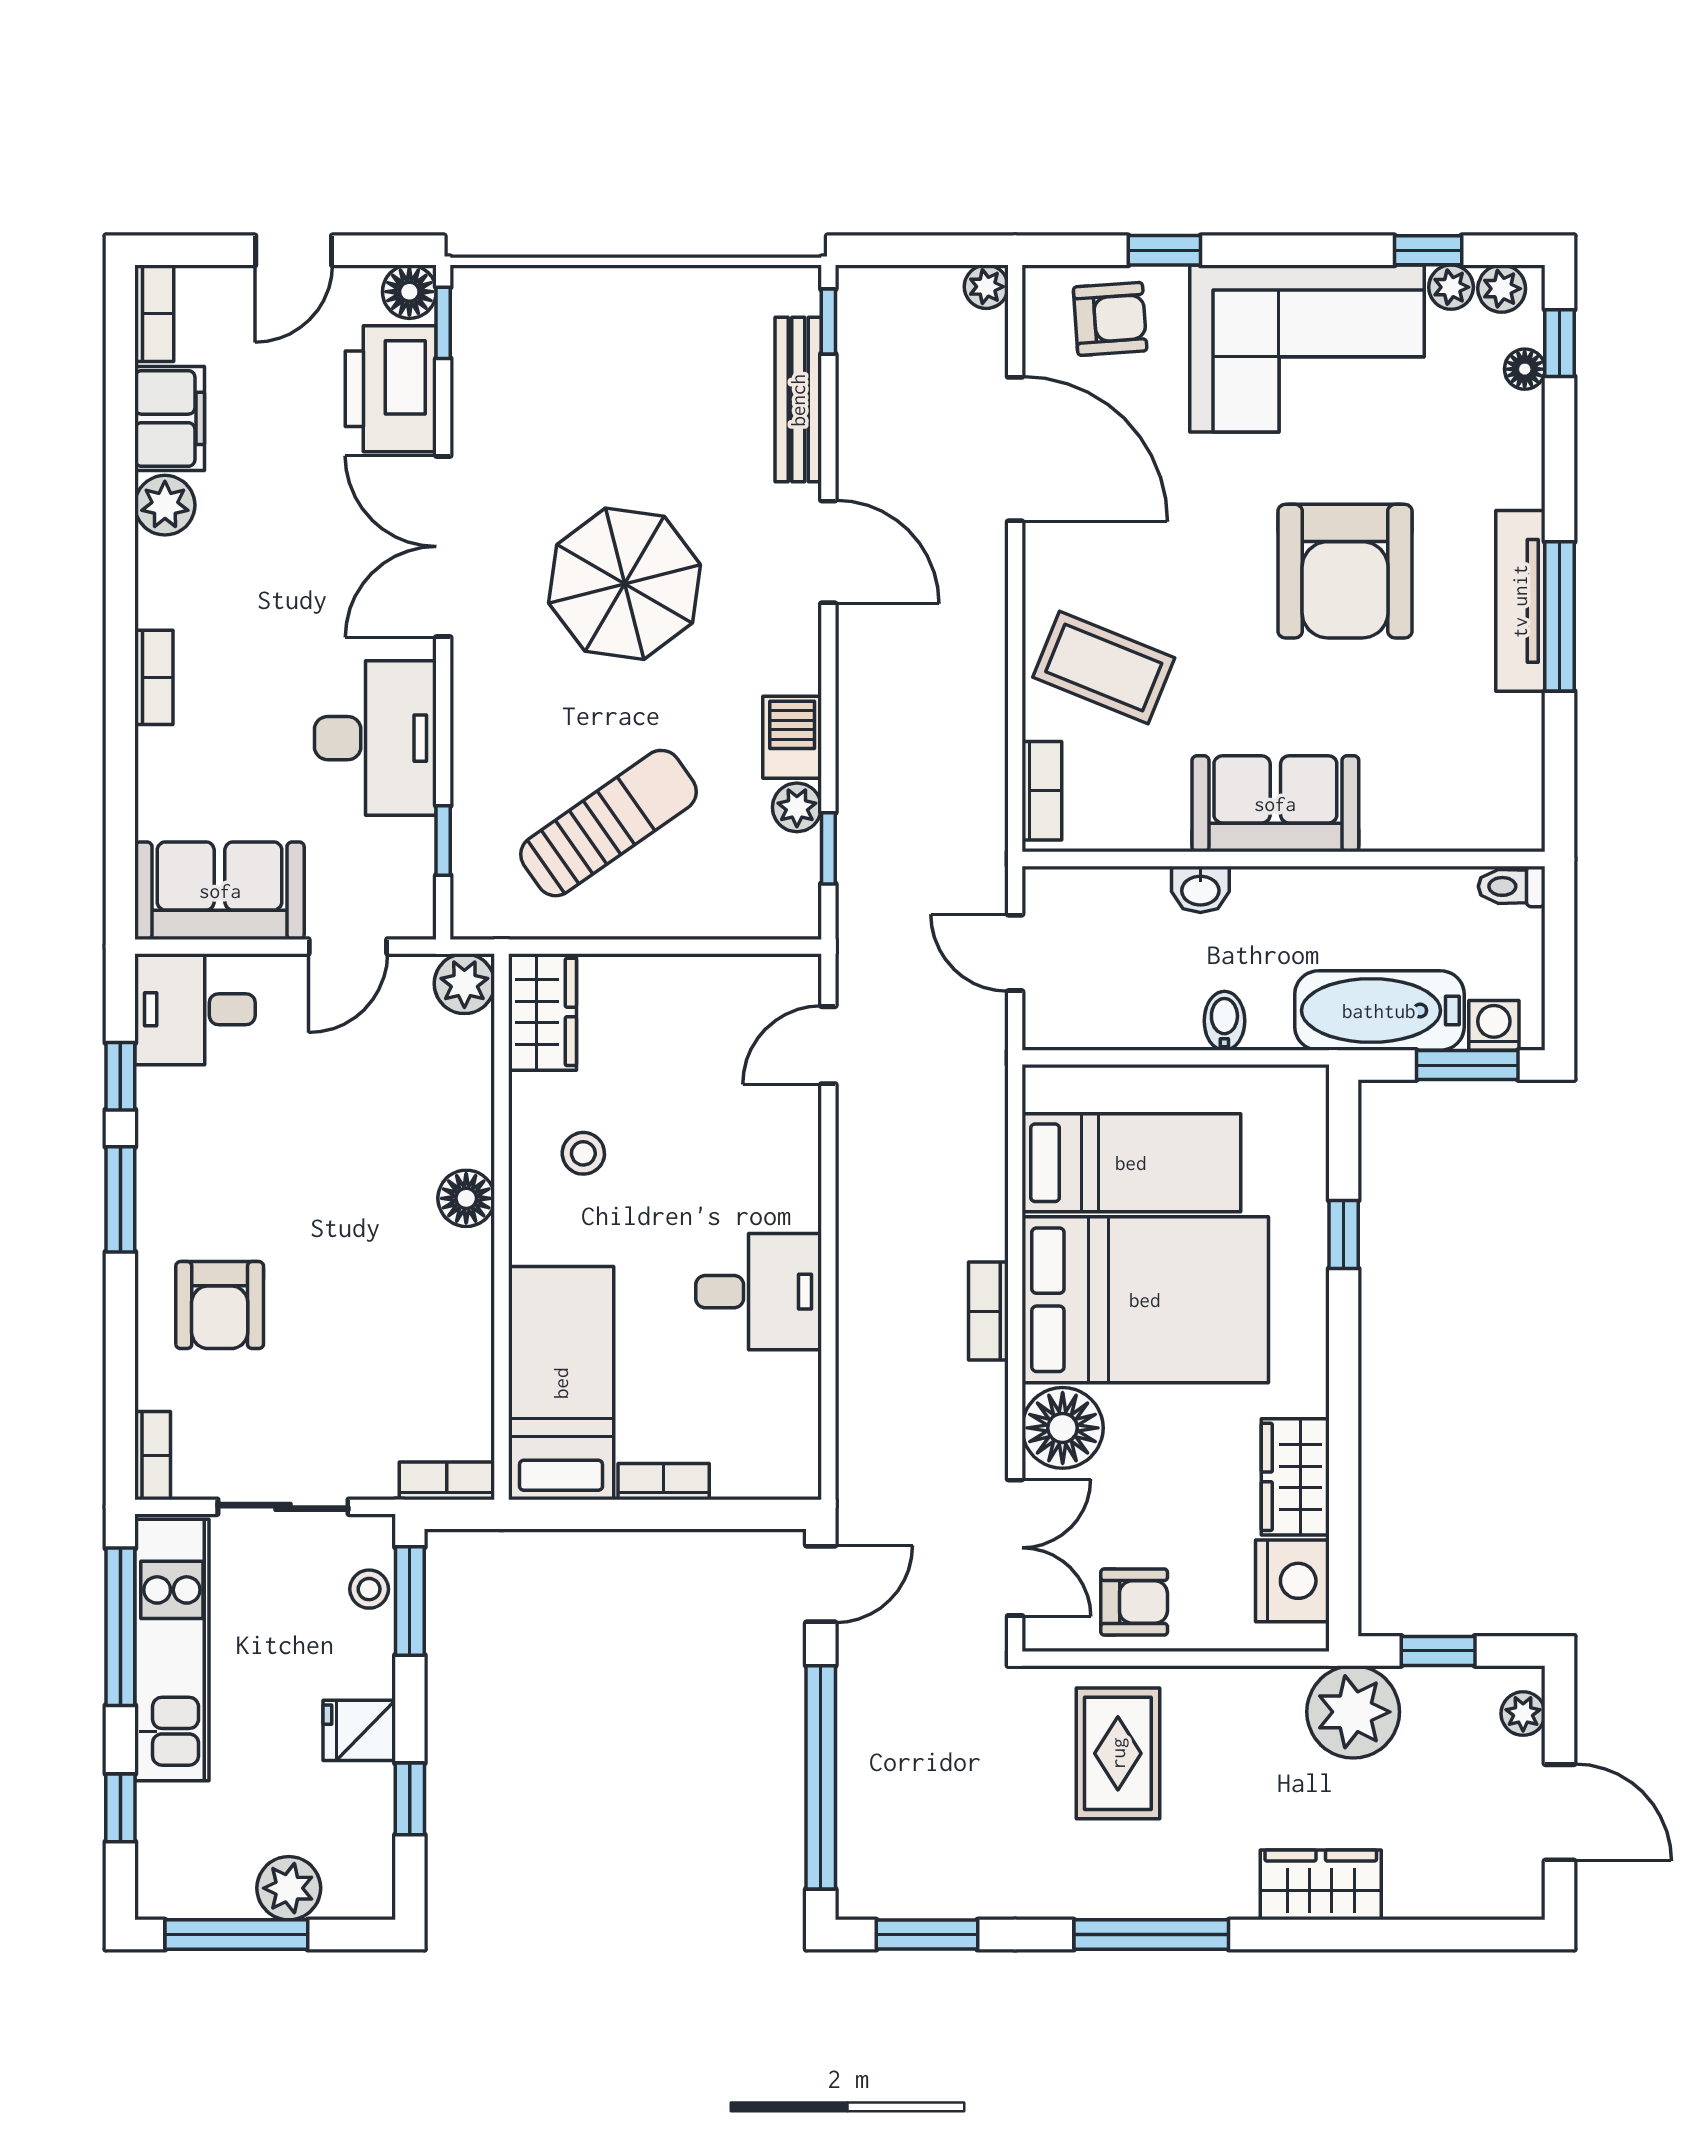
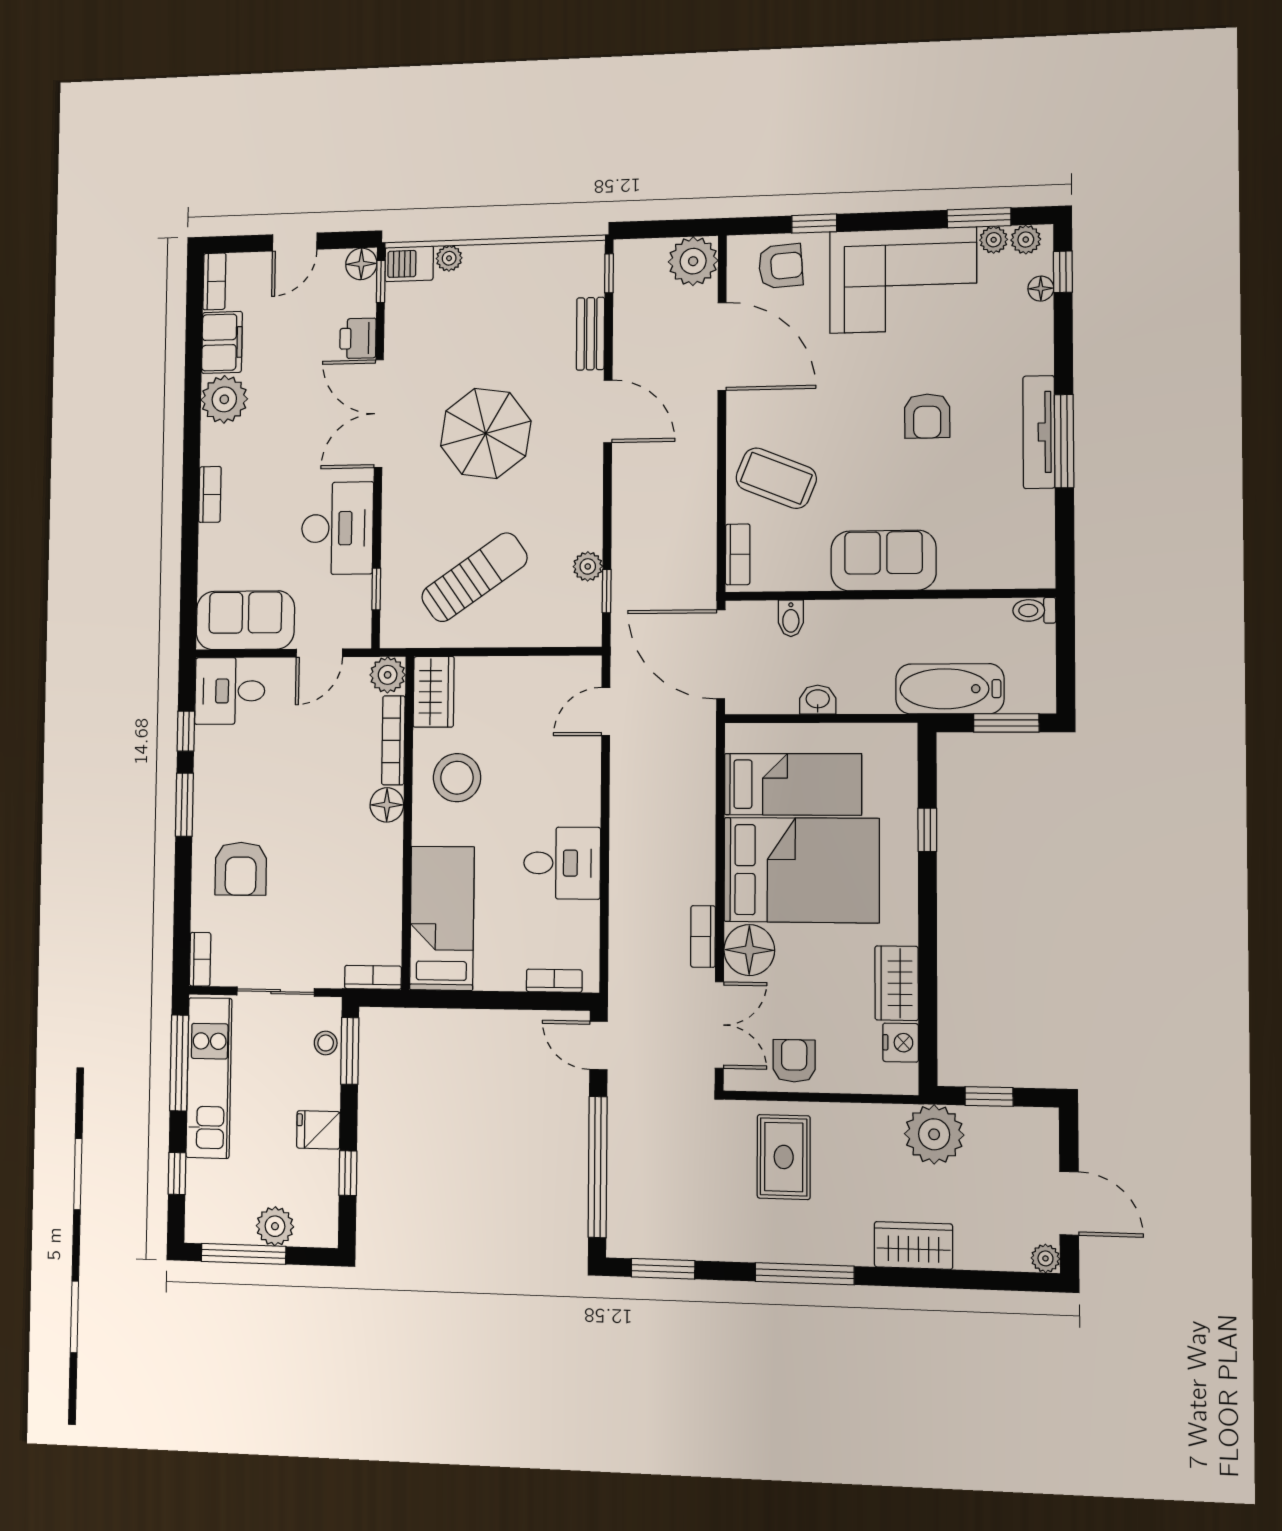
window: (1428, 250) -> (979, 218), width x1.50
plant: (559, 287) -> (449, 258), added
plant: (986, 287) -> (693, 261), width x1.88, depth x1.88
printer: (391, 389) -> (358, 338), width x0.53, depth x0.68
bench: (798, 400) -> (590, 334), width x0.73
plant: (165, 505) -> (224, 399), width x1.36, depth x1.36
armchair: (1345, 571) -> (927, 416), width x0.53, depth x0.53
barbecue: (792, 737) -> (409, 264), moved, turned -90
washbasin: (1200, 889) -> (818, 700), moved, turned 180
door: (1015, 953) -> (721, 654), width x1.88
bidet: (1224, 1021) -> (791, 618), moved, turned 180
washing machine: (1494, 1025) -> (1023, 698), removed
bookcase: (476, 1092) -> (393, 740), added
stool: (583, 1153) -> (457, 778), width x1.89, depth x1.89
bookcase: (988, 1311) -> (703, 936), moved
bookcase: (664, 1482) -> (554, 981), moved
nightstand: (1292, 1581) -> (901, 1043), width x0.74, depth x0.75
door: (821, 1584) -> (599, 1045), swing flipped
armchair: (1134, 1602) -> (794, 1061), turned -90
plant: (1523, 1714) -> (1045, 1258), moved

